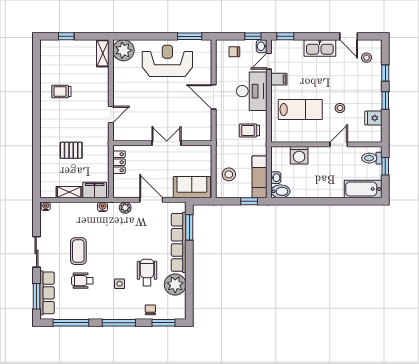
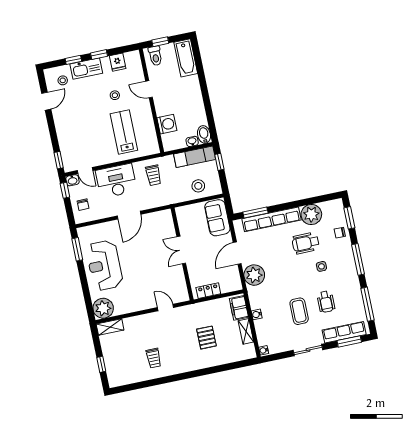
kitchen sink: (320, 48) -> (86, 69), moved, turned 90
filing cabinet: (279, 79) -> (100, 158), removed
water cooler: (103, 207) -> (257, 314), moved
plant: (125, 208) -> (254, 275), width x1.87, depth x1.87
coffee table: (78, 251) -> (299, 311), turned 90

